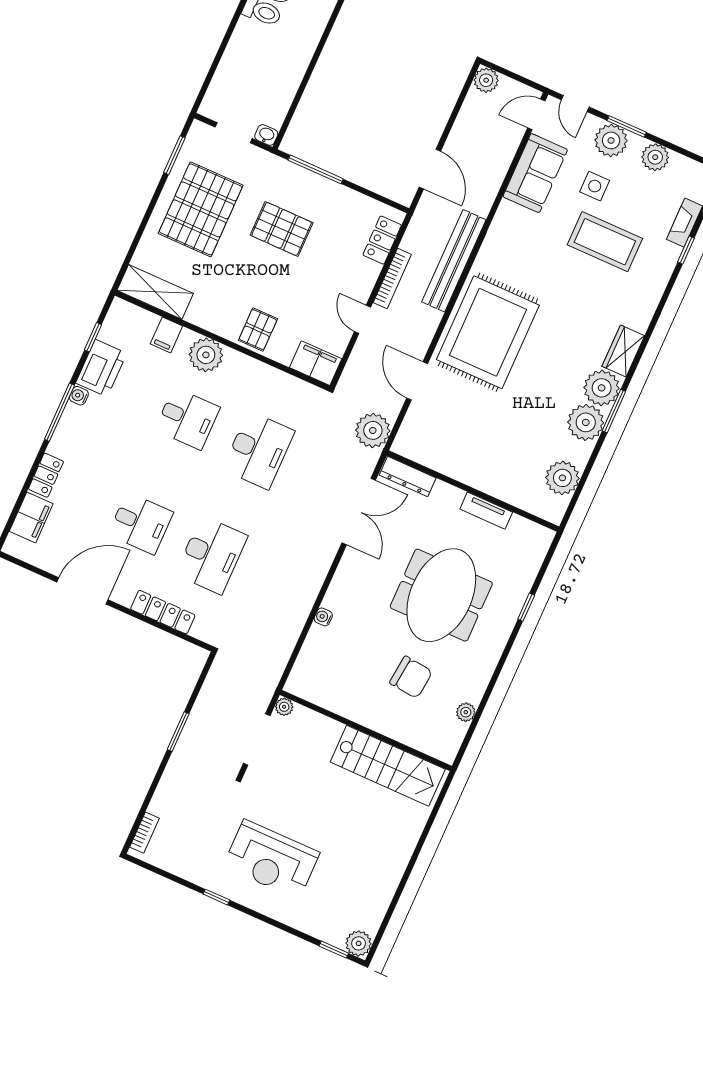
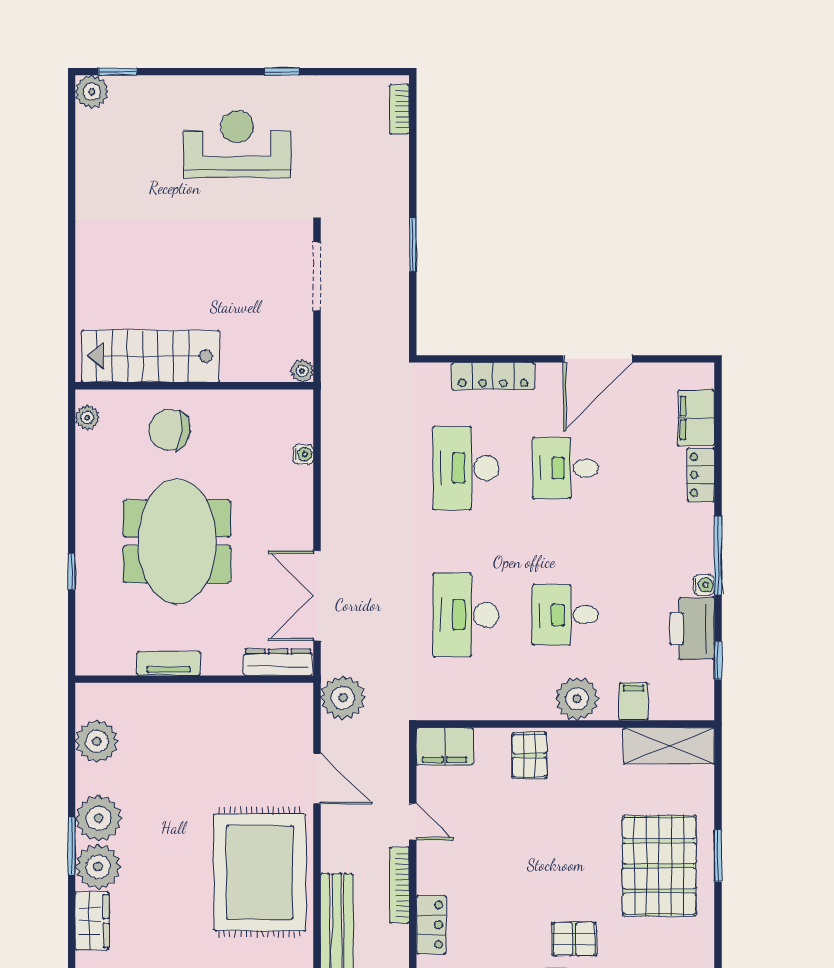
window: (174, 155) -> (718, 856), moved
pallet: (282, 229) -> (574, 939), moved, width x0.67, depth x0.71
plant: (284, 707) -> (302, 371), moved
wall: (366, 731) -> (194, 386), moved
stairs: (388, 766) -> (150, 356), moved

